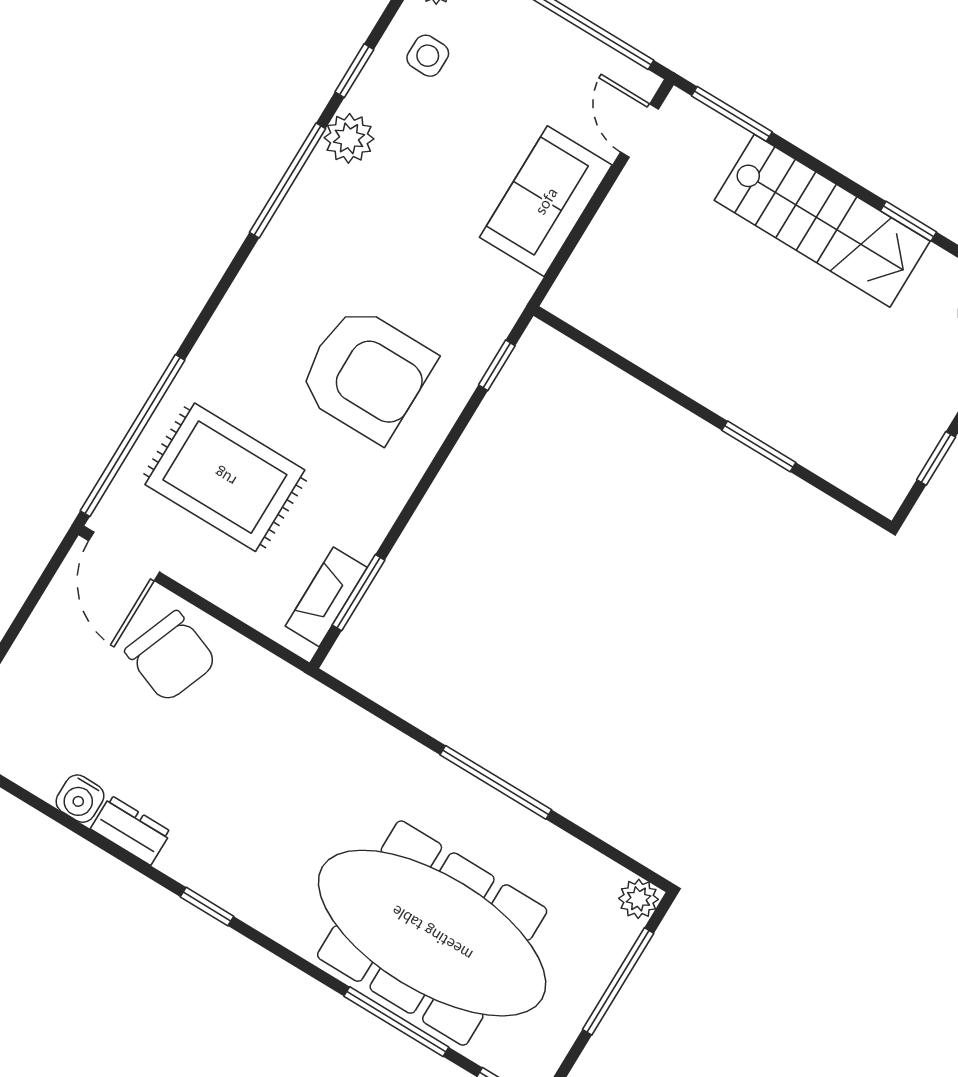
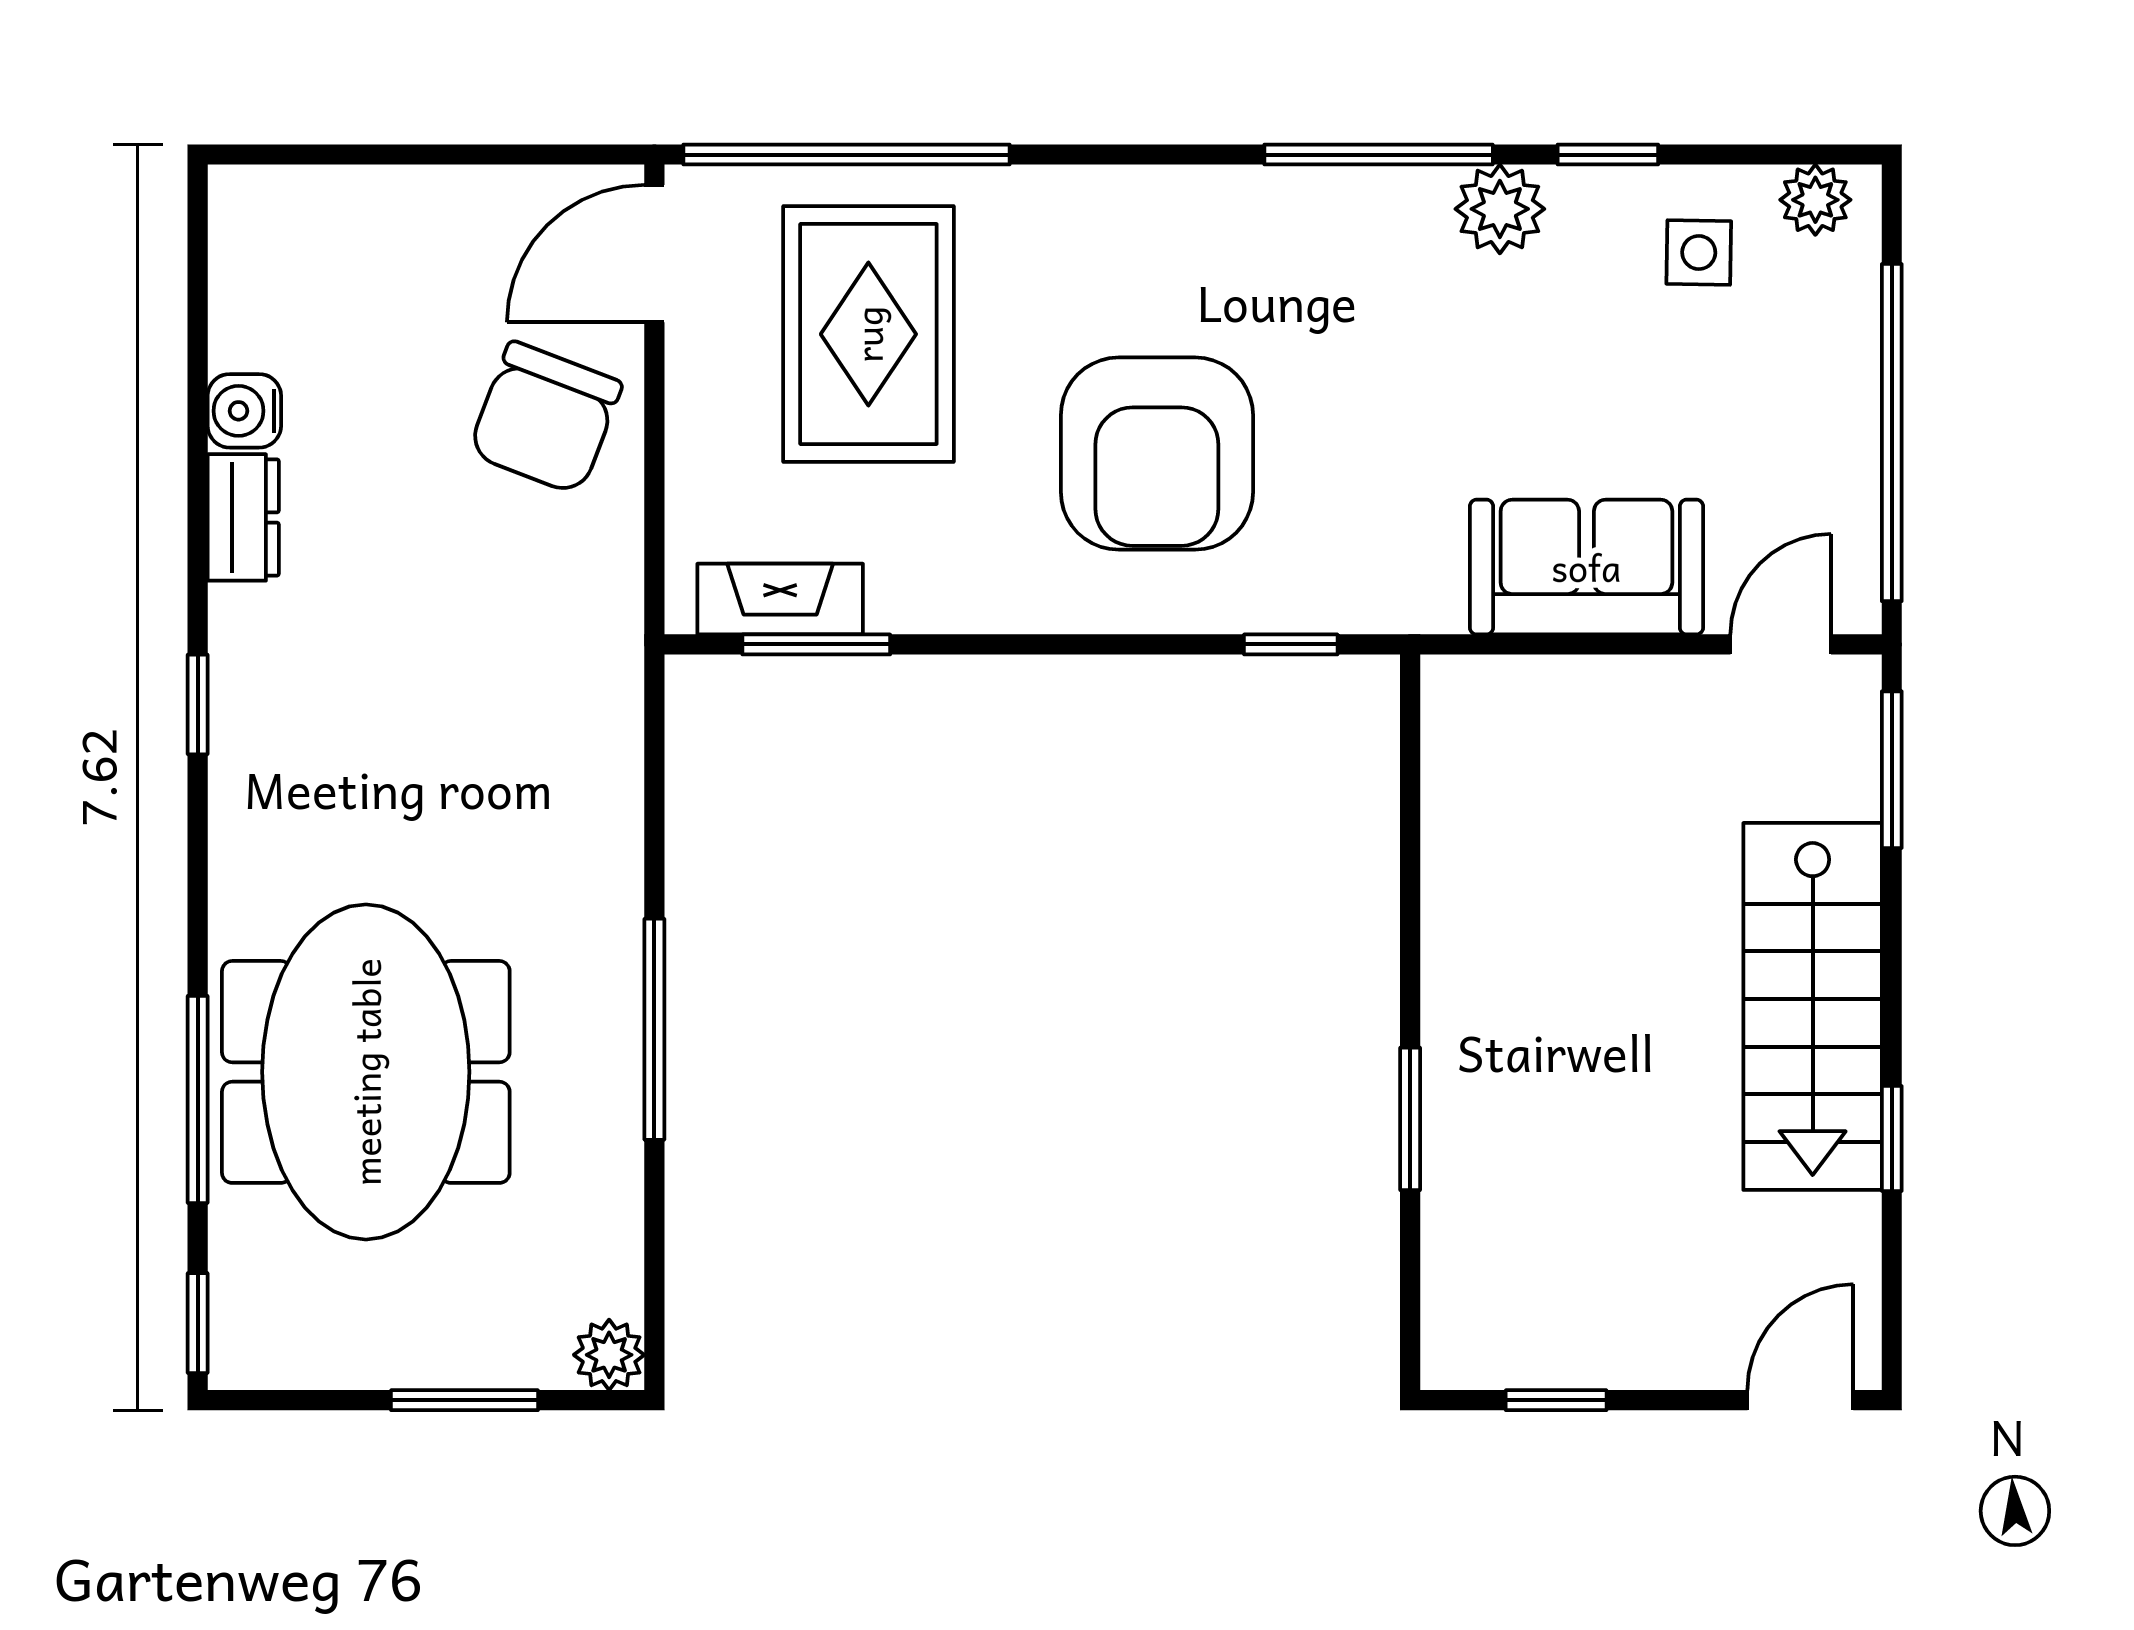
meeting table: (432, 933) -> (366, 1072), width x0.73
window: (618, 981) -> (465, 1400), width x0.69

